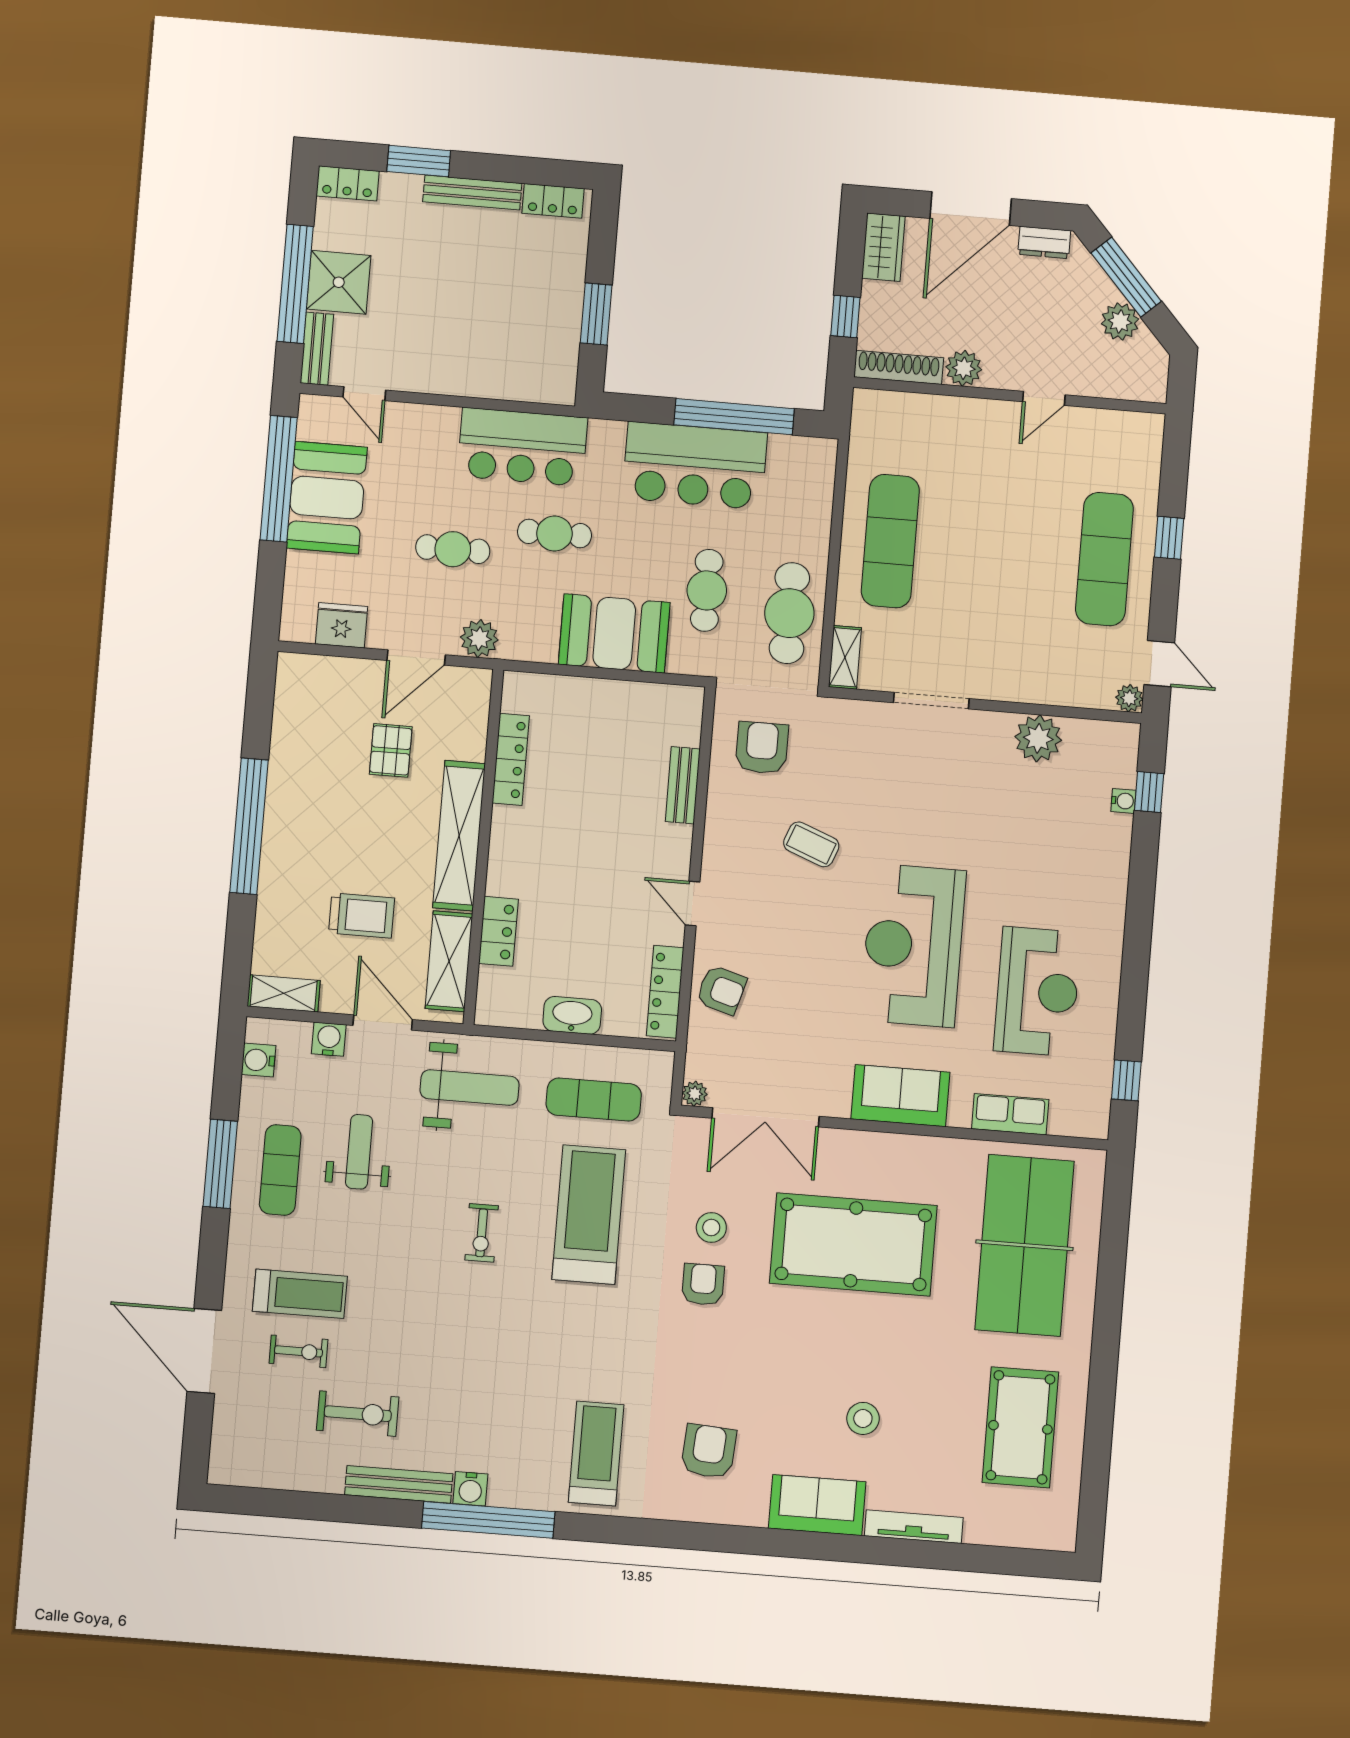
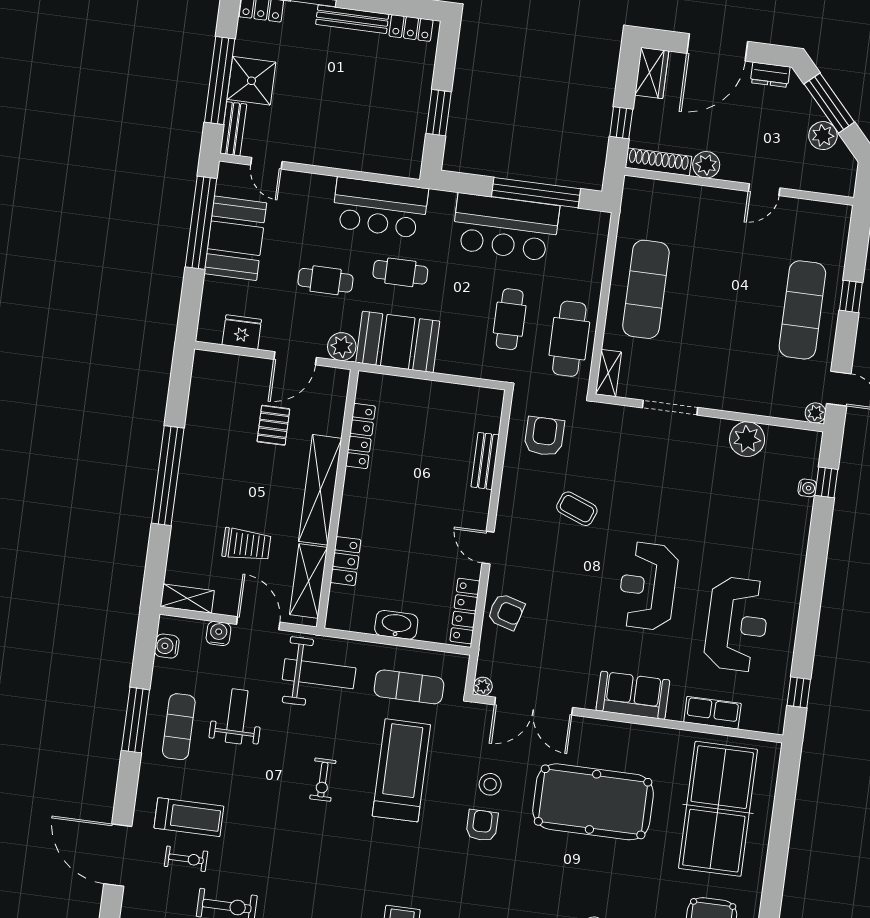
booth: (614, 633) -> (398, 342), moved
reception desk: (913, 945) -> (648, 586), width x0.74, depth x0.77

